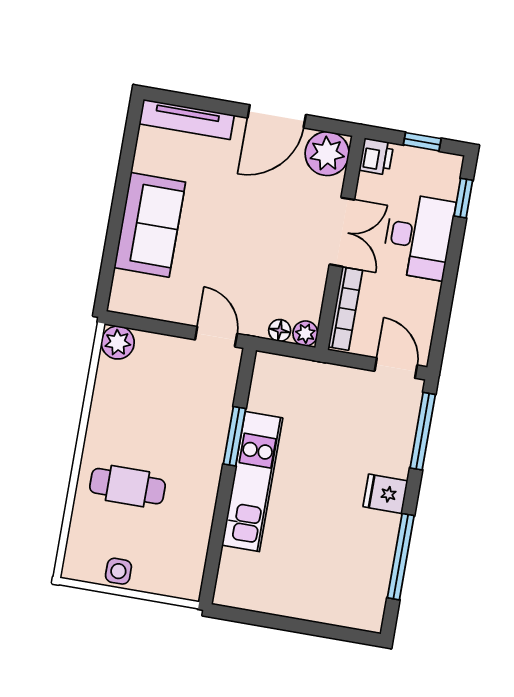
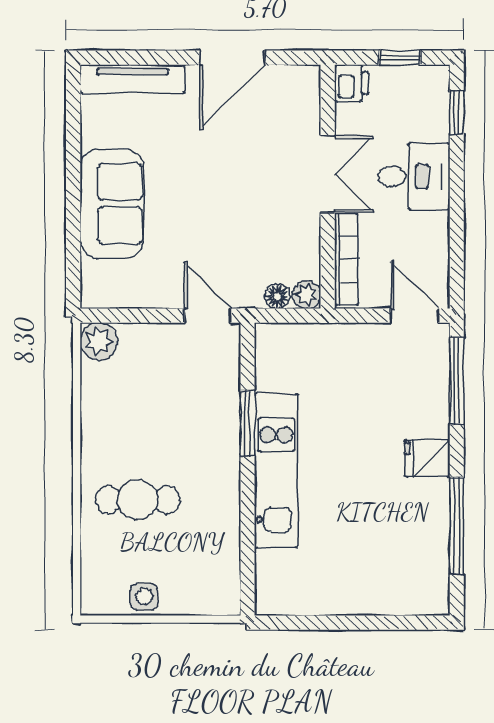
plant: (327, 154) -> (296, 89), removed
desk: (418, 236) -> (414, 177), width x0.73

